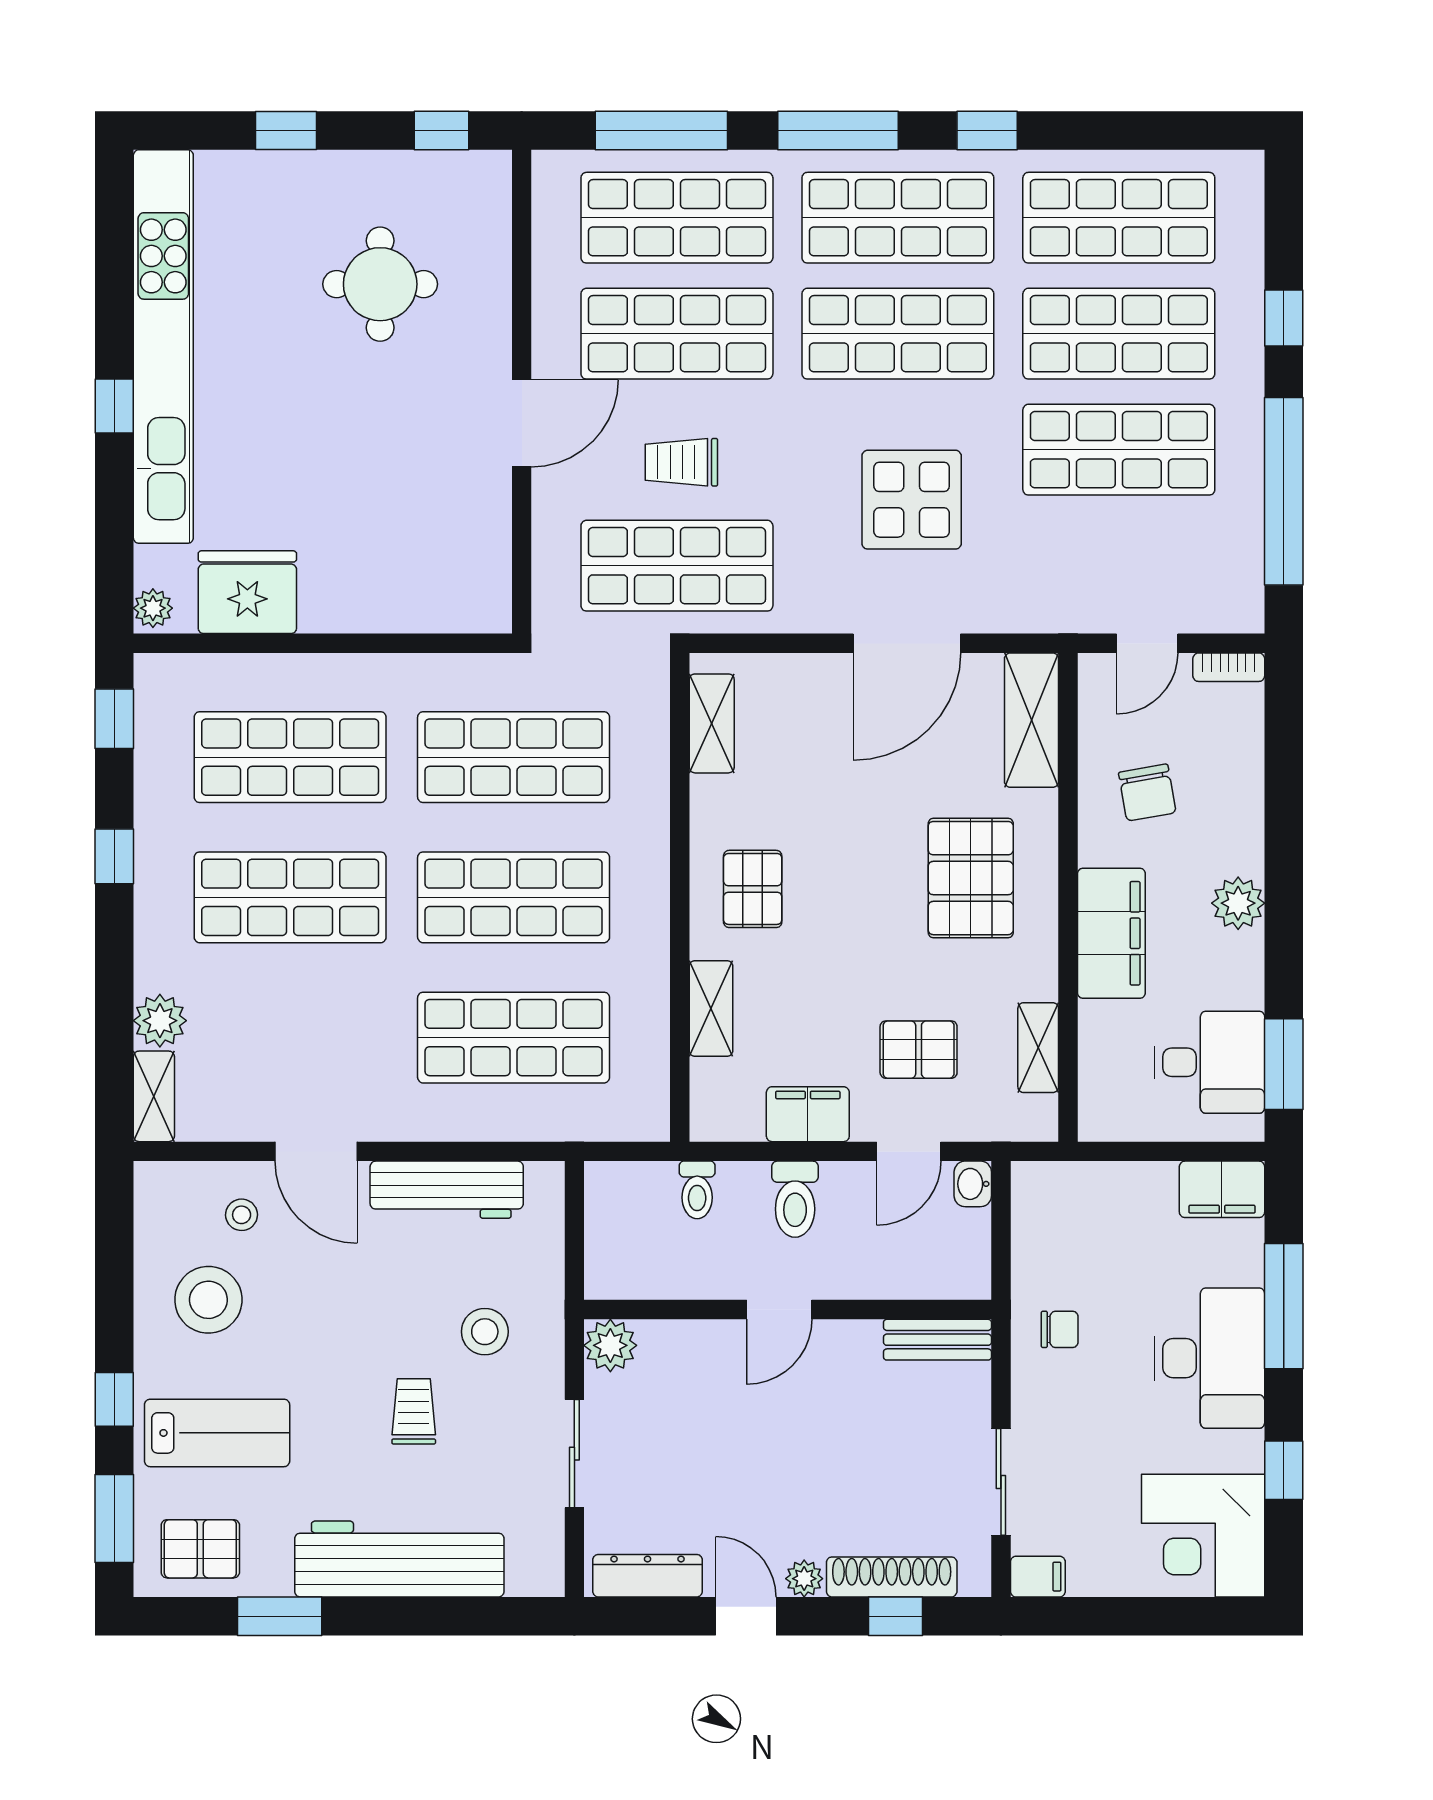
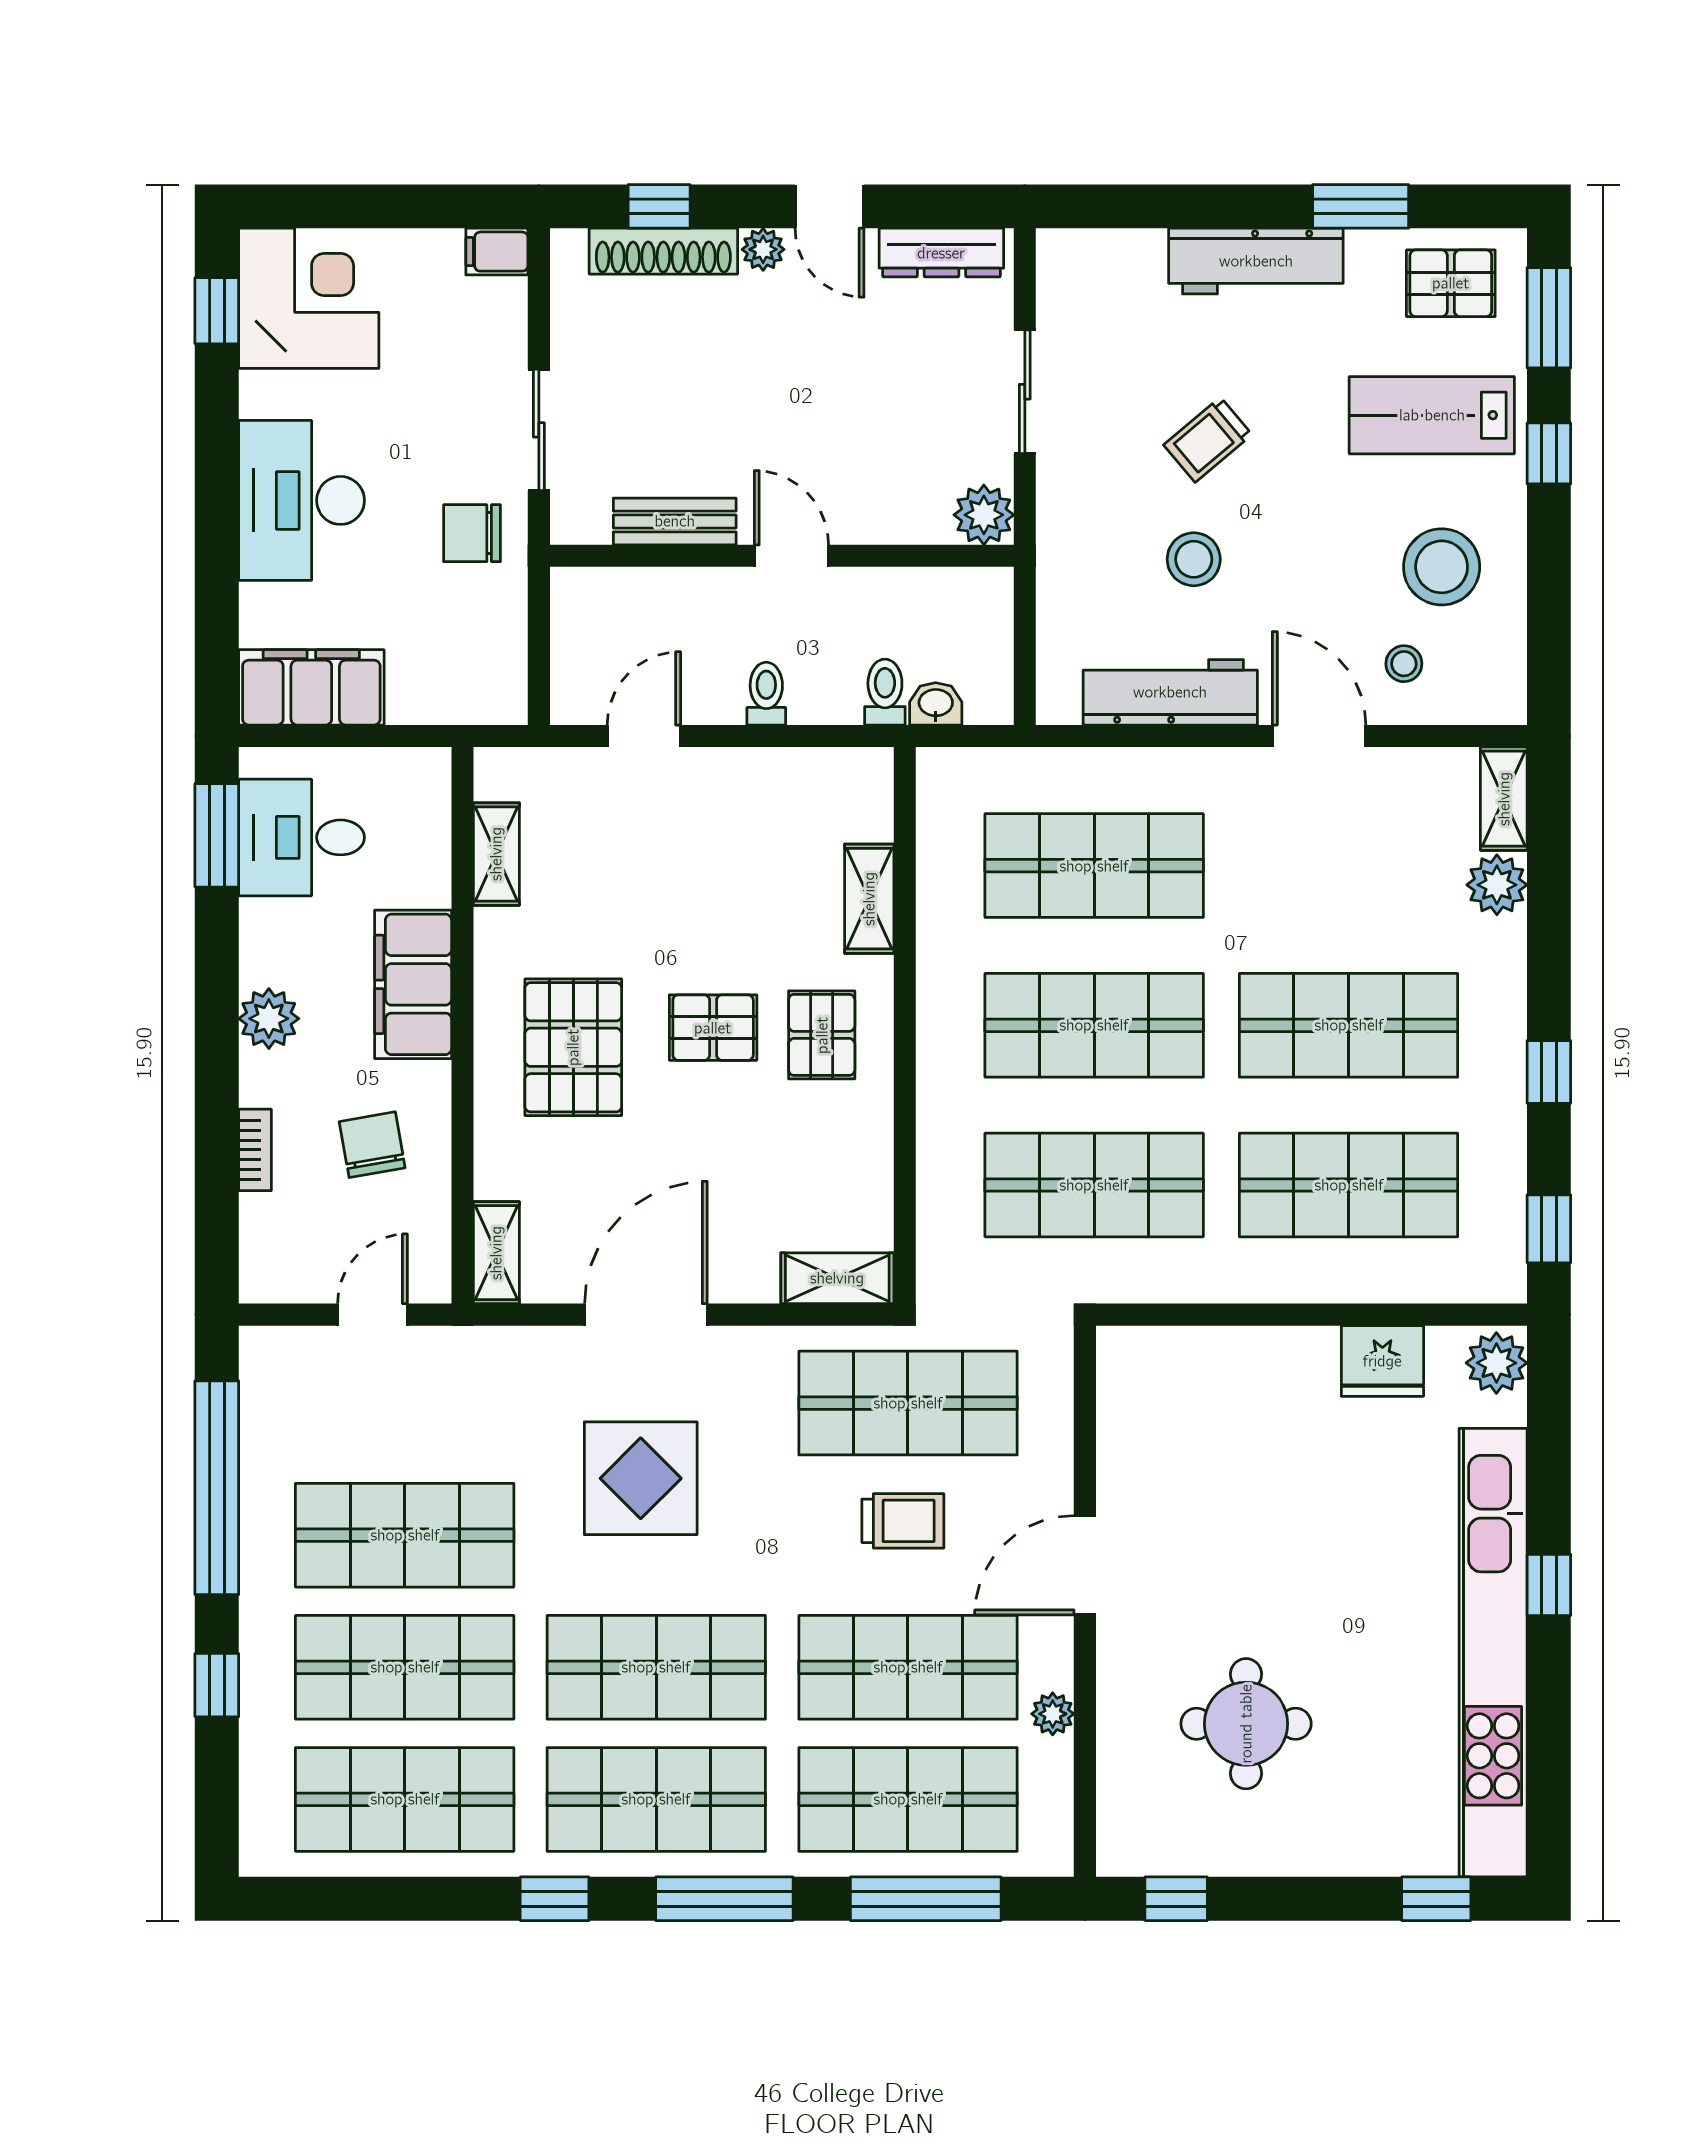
window: (286, 130) -> (1436, 1899), moved
plant: (550, 293) -> (1053, 1714), added
fridge: (247, 592) -> (1382, 1361), width x0.73, depth x0.75
plant: (153, 608) -> (1496, 1363), width x1.38, depth x1.38
bookcase: (1229, 667) -> (255, 1150), moved, turned 90
shelving: (1032, 720) -> (496, 1253), width x0.67, depth x0.75
shelving: (712, 723) -> (837, 1278), moved, turned 90
pallet: (919, 1050) -> (713, 1028), moved
filing cabinet: (808, 1114) -> (759, 778), removed
washbasin: (973, 1184) -> (936, 704), moved, turned -90
filing cabinet: (1222, 1189) -> (311, 687), width x1.50, depth x1.17
toilet: (795, 1199) -> (766, 694), width x0.73, depth x0.72
window: (1284, 1306) -> (217, 560), removed
door: (779, 1310) -> (791, 556), hinge flipped
chair: (1060, 1329) -> (472, 533), width x1.37, depth x1.37
stool: (485, 1332) -> (1194, 559), moved
bench: (937, 1340) -> (675, 521), moved
trolley: (414, 1411) -> (1208, 440), turned 50
window: (1284, 1470) -> (217, 311), moved
sliding door: (1001, 1482) -> (539, 430), moved
workbench: (399, 1559) -> (1256, 261), width x0.73, depth x0.76

